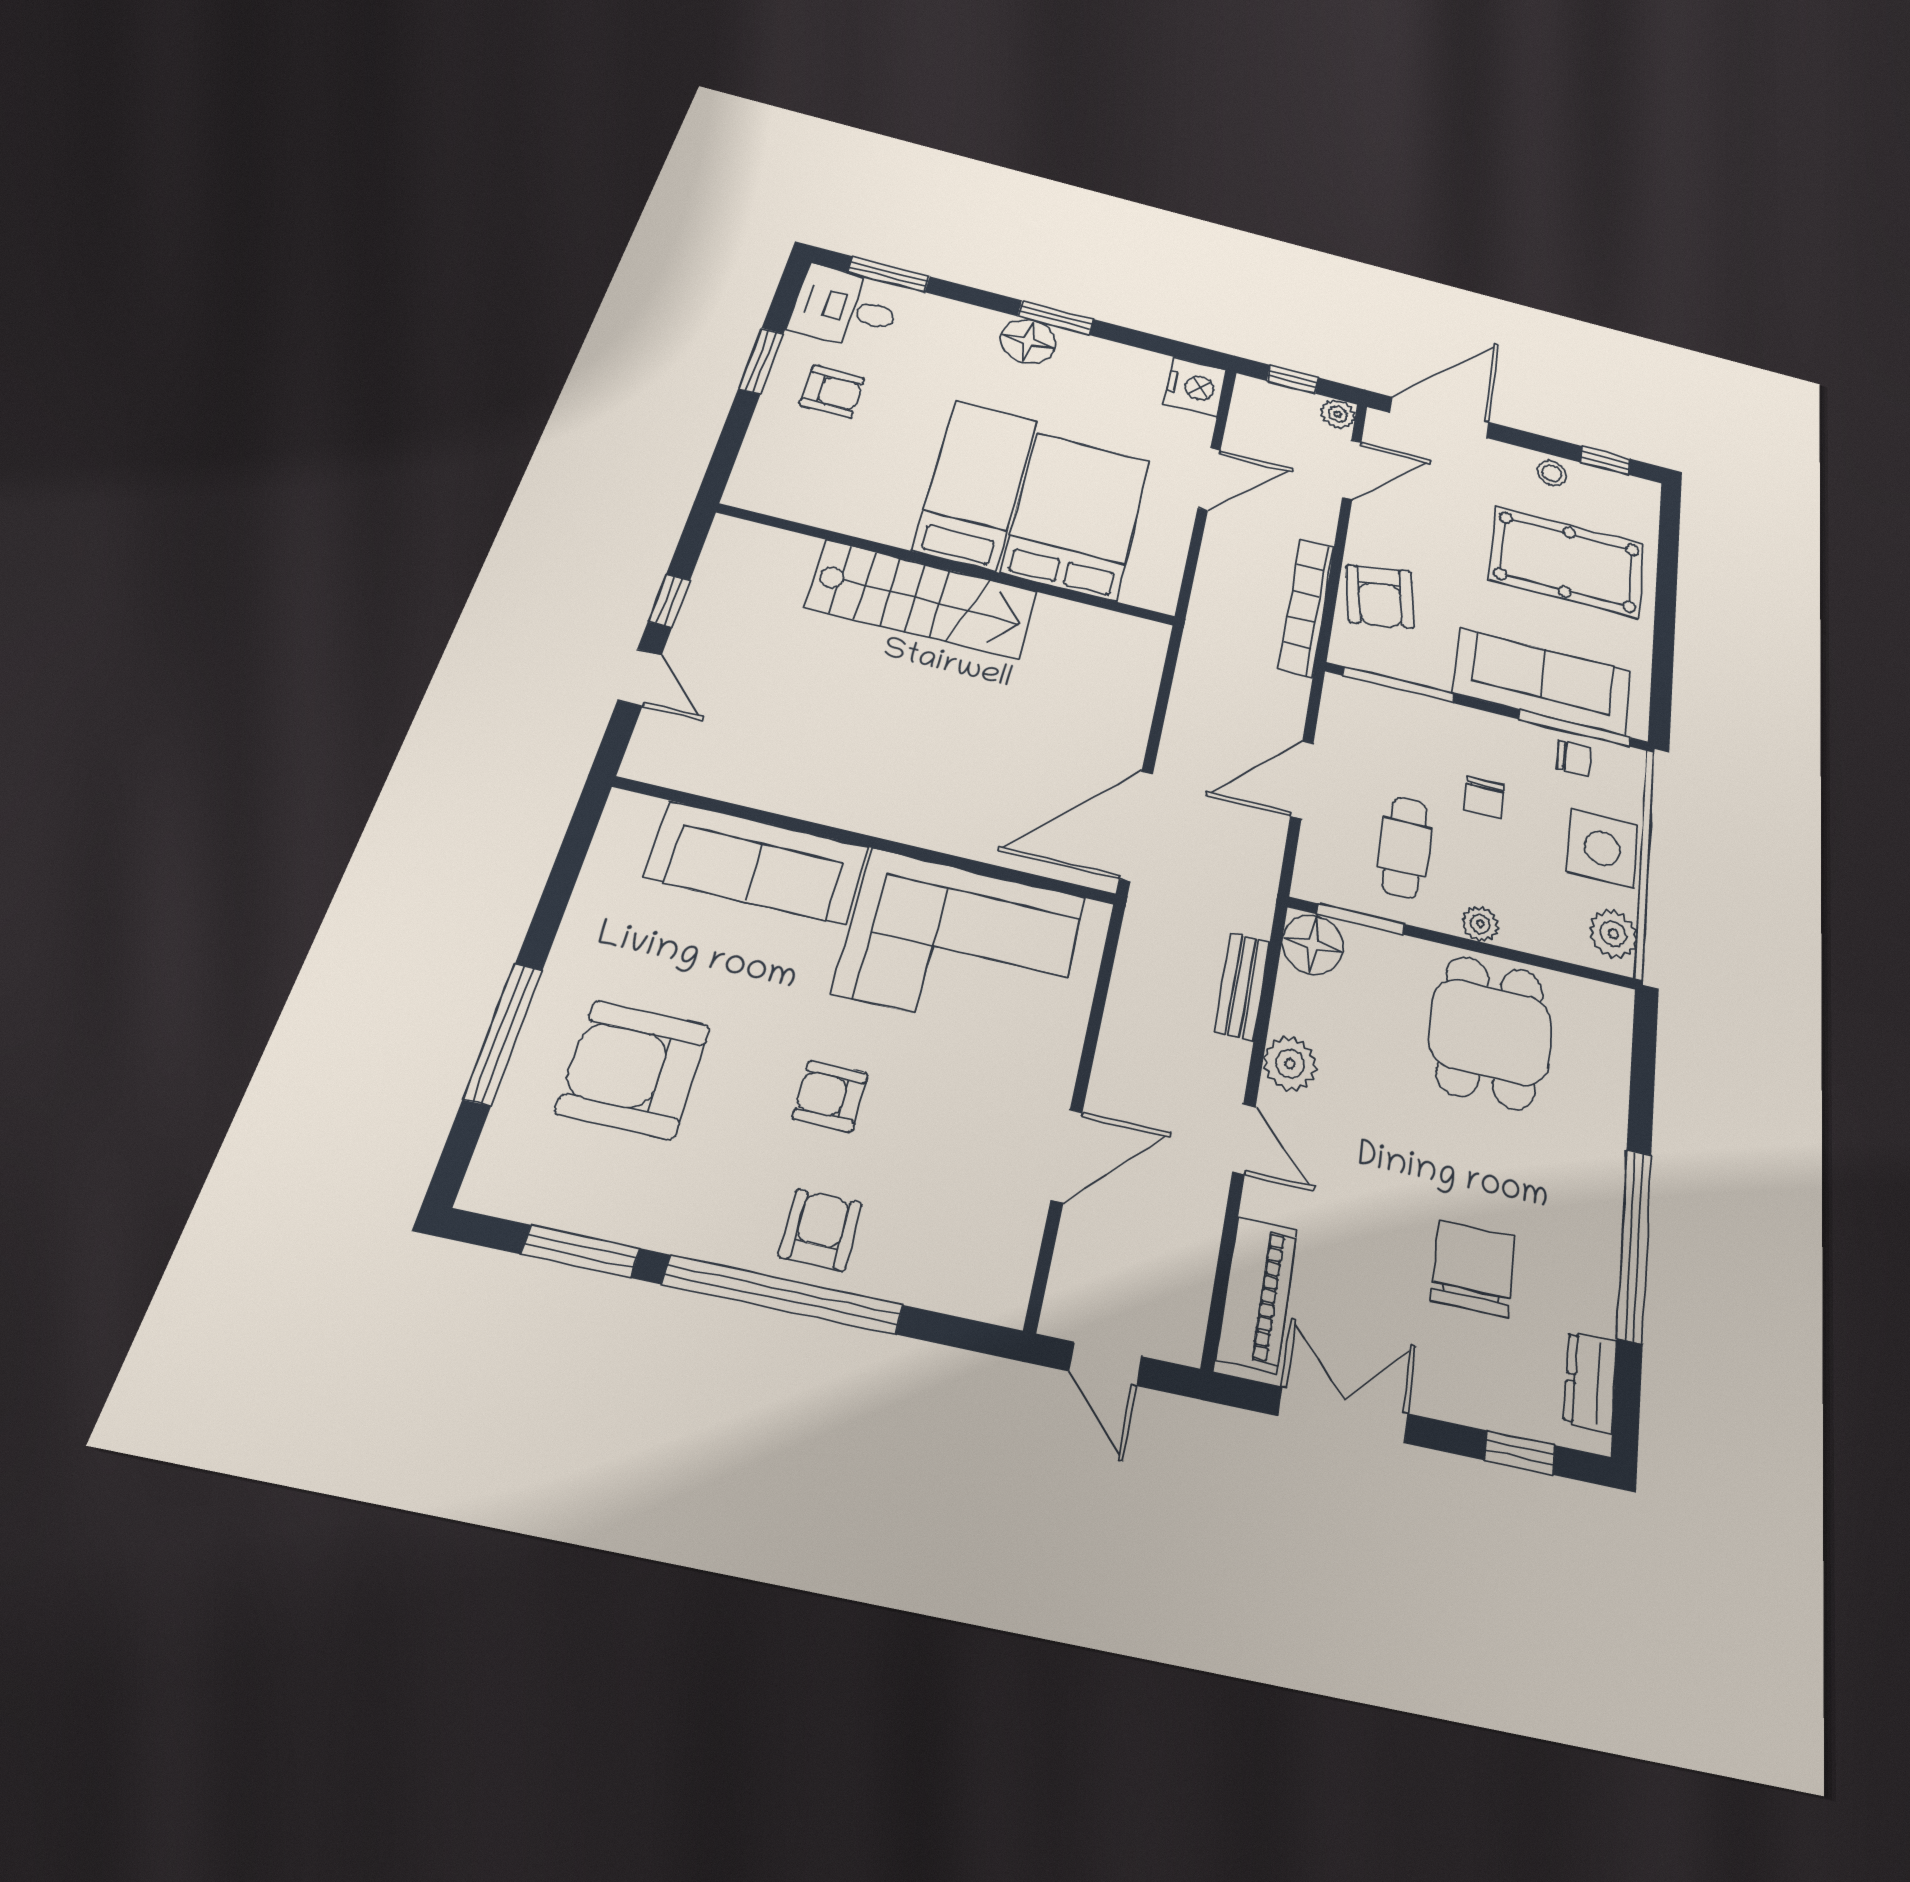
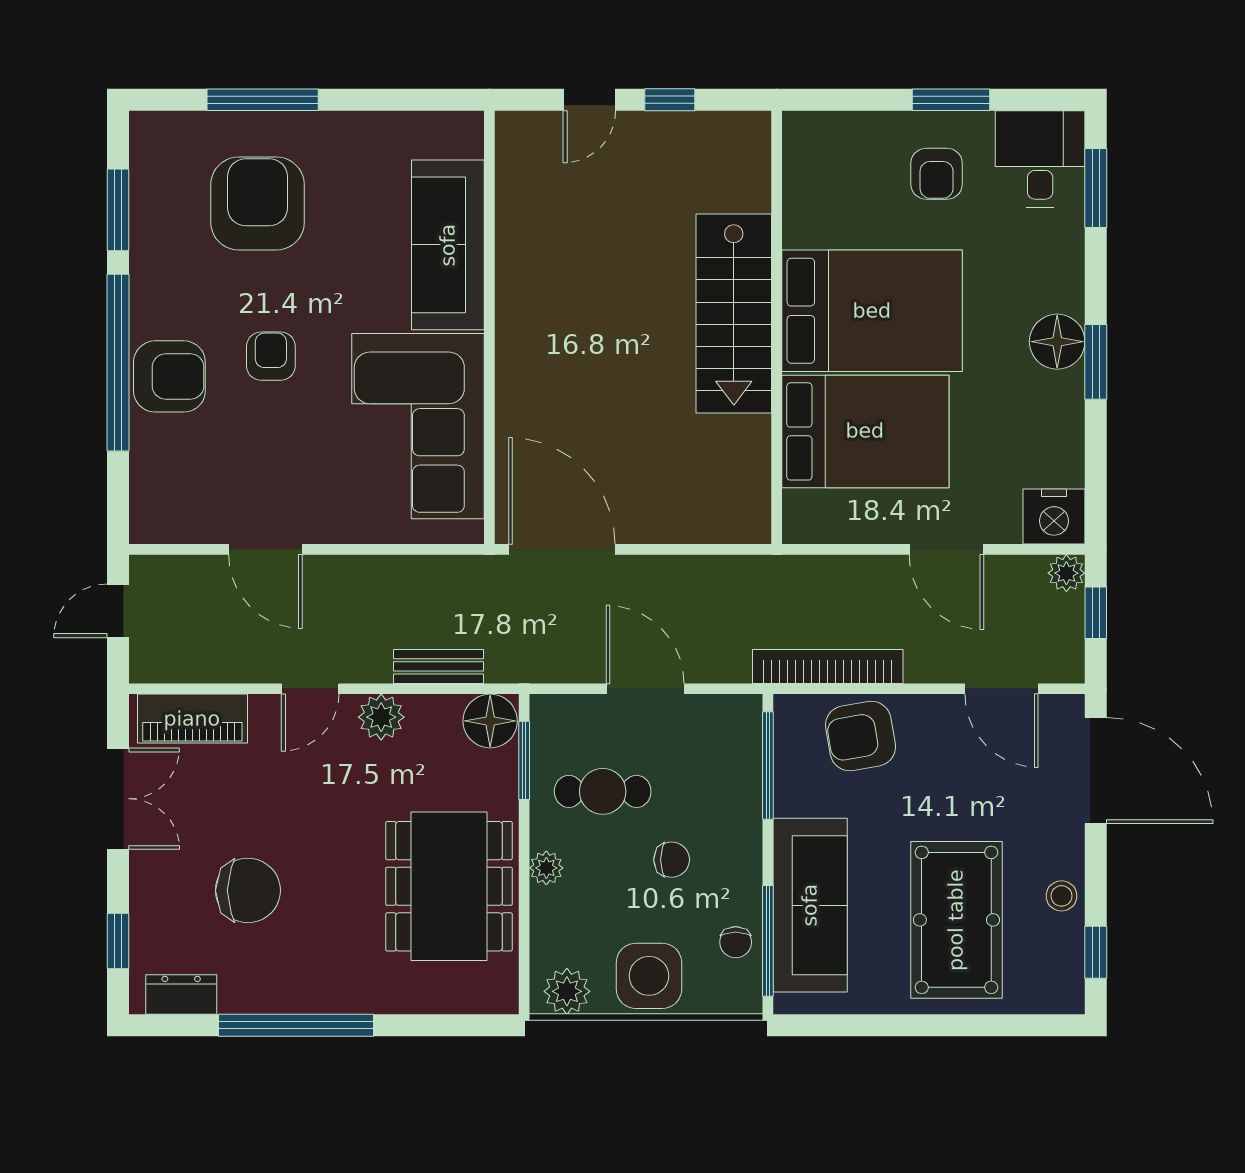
plant: (1338, 414) -> (1066, 573), moved
bed: (975, 484) -> (872, 311), width x1.50
chair: (1484, 797) -> (672, 860), turned 180
dining table: (1490, 1032) -> (449, 886), width x1.38
armchair: (820, 1230) -> (169, 376), width x1.38, depth x1.38

